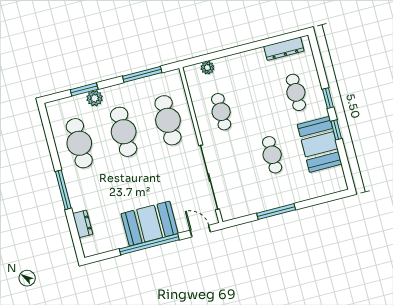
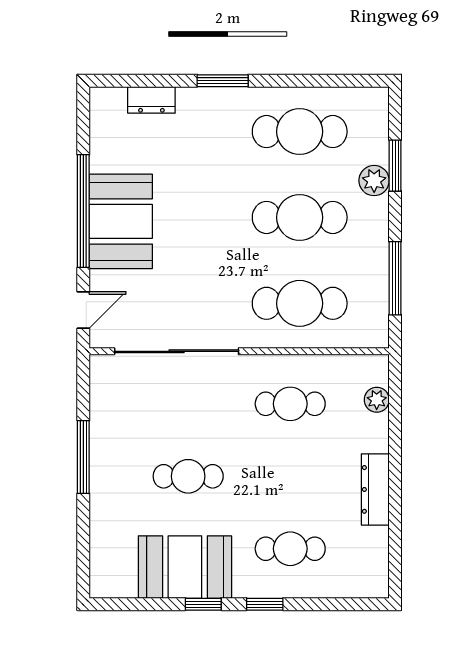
dresser: (284, 49) -> (375, 489), moved
window: (63, 190) -> (223, 81), width x0.69

